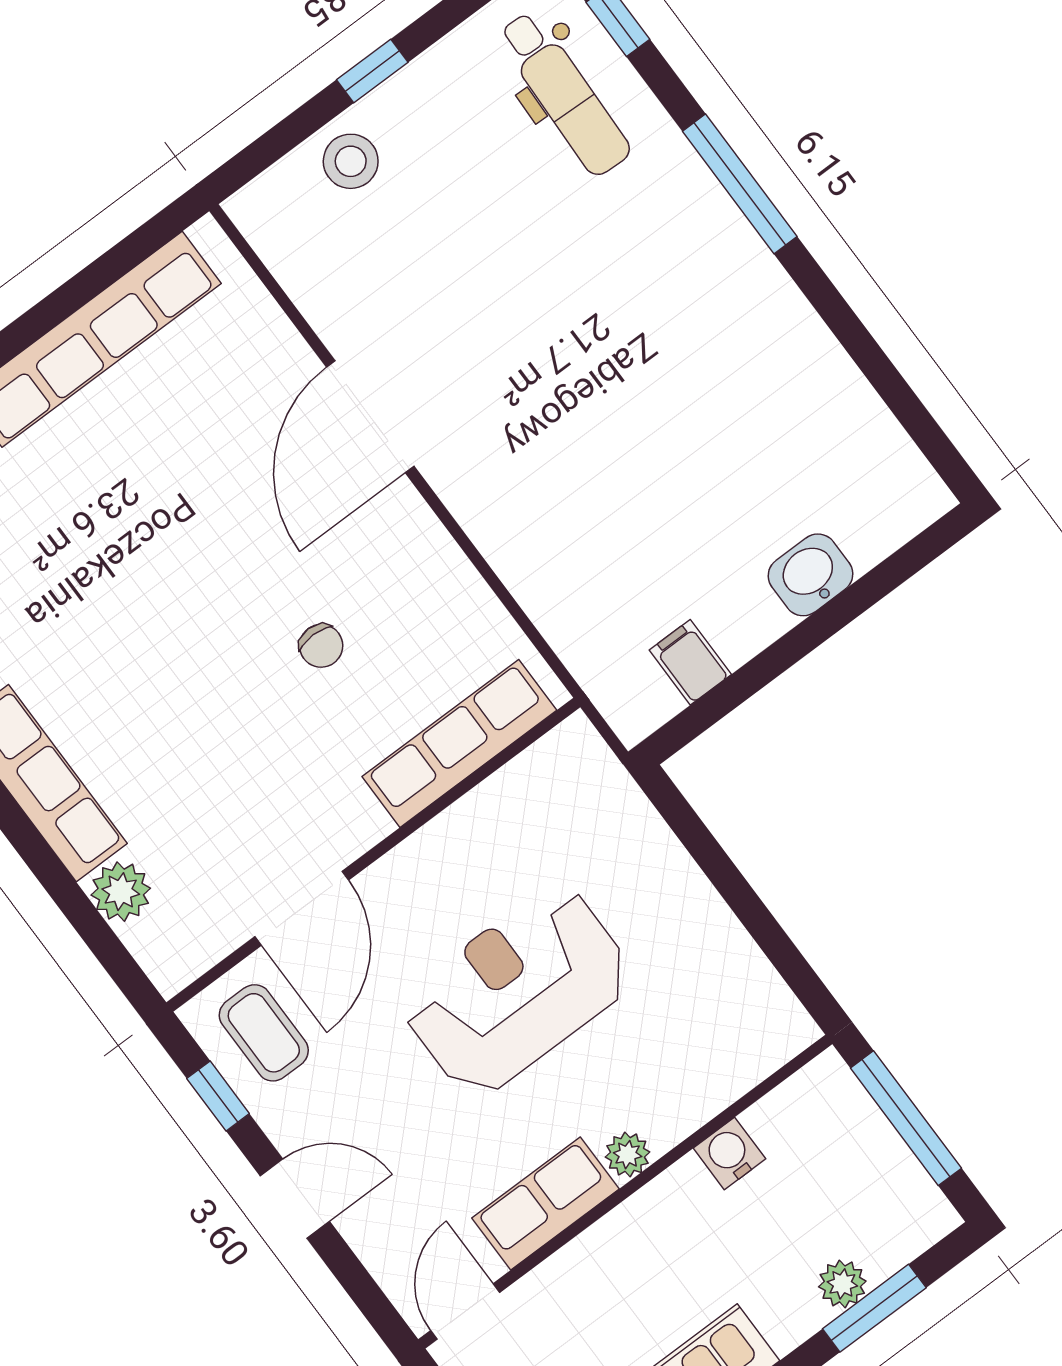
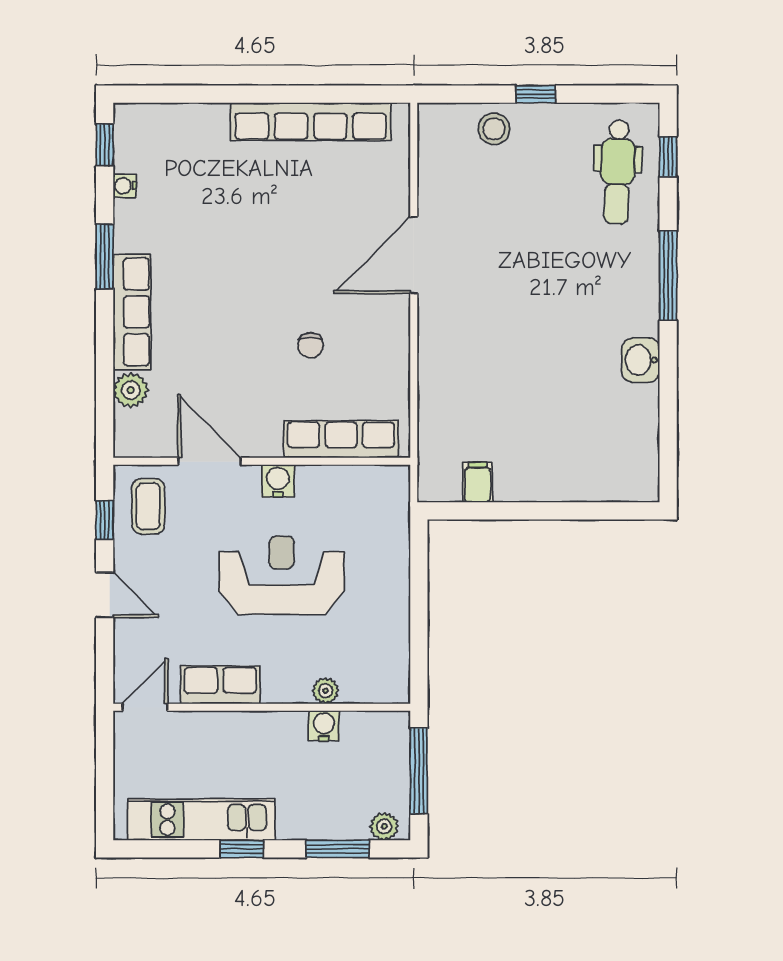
washbasin: (811, 575) -> (641, 360), moved, turned -90
water cooler: (415, 865) -> (278, 481), added
door: (302, 908) -> (210, 461), swing flipped
plant: (628, 1155) -> (326, 691), moved
plant: (842, 1284) -> (384, 826), moved

